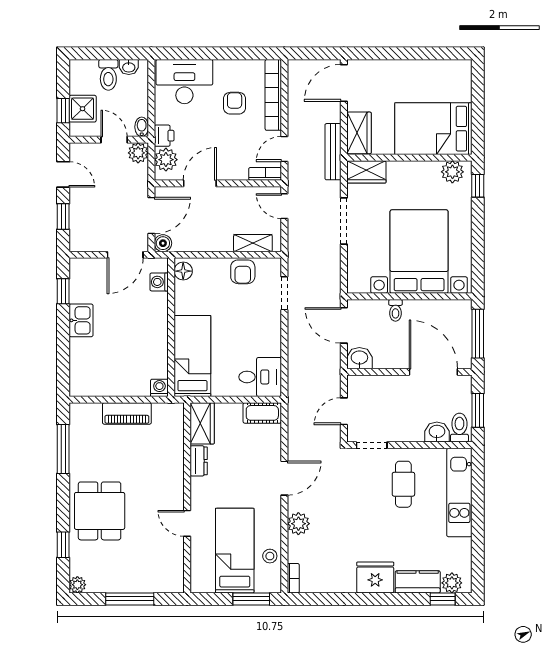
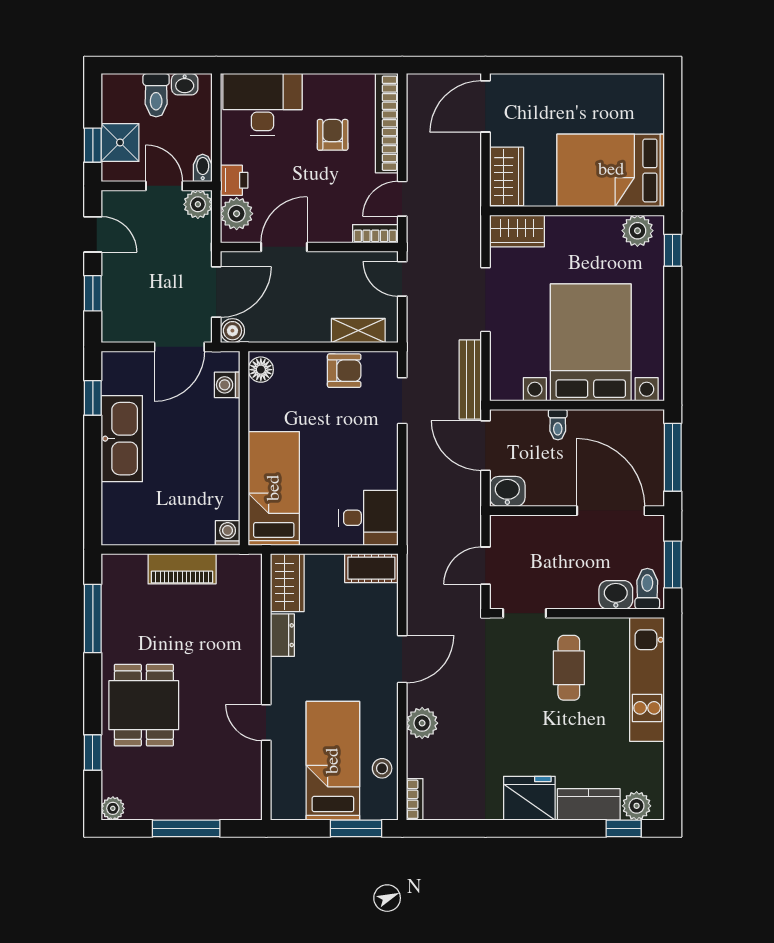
bench: (333, 152) -> (470, 379), moved
armchair: (243, 272) -> (344, 371), turned -90
kitchen sink: (81, 320) -> (122, 439), width x1.88, depth x1.24

